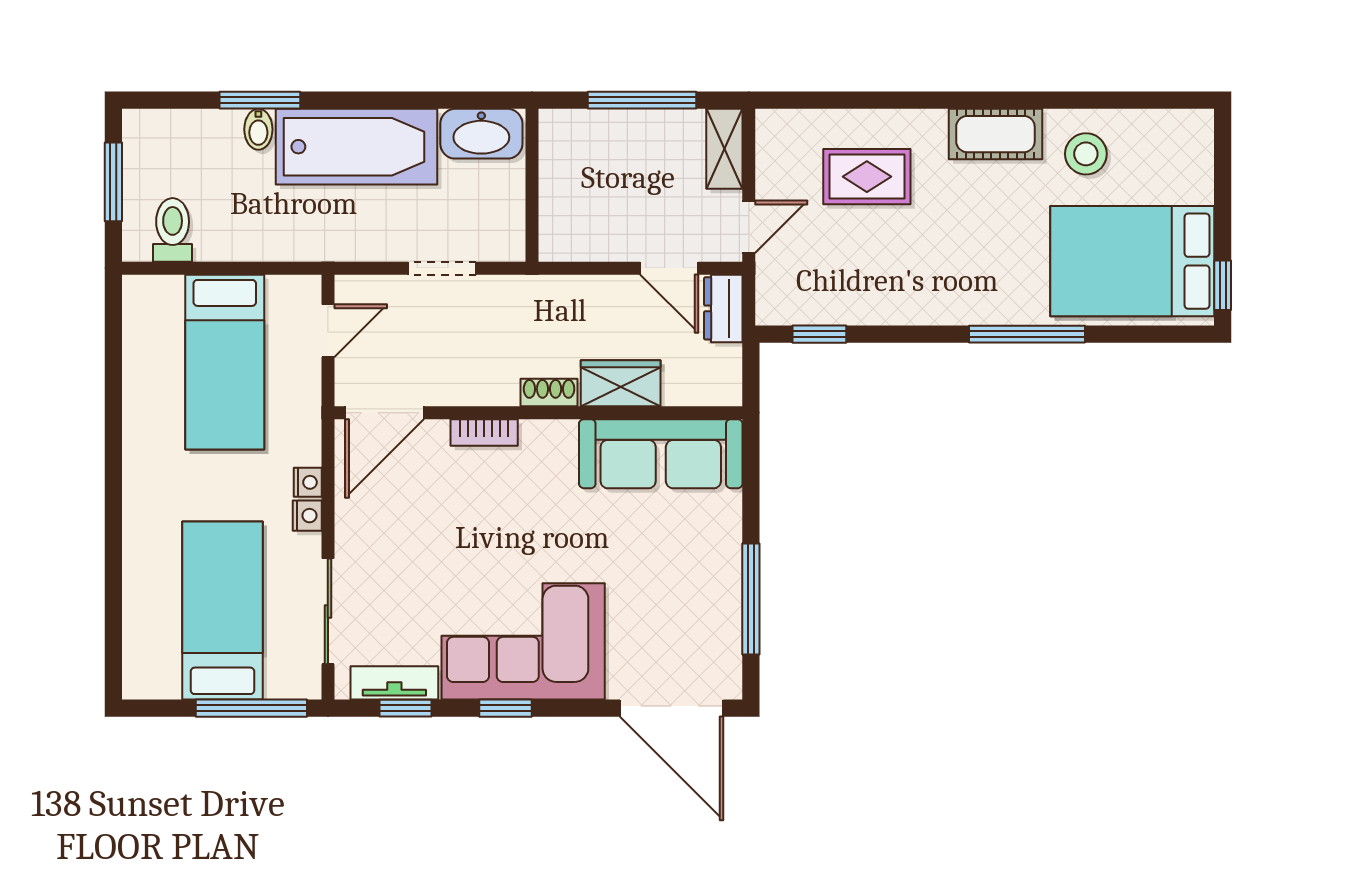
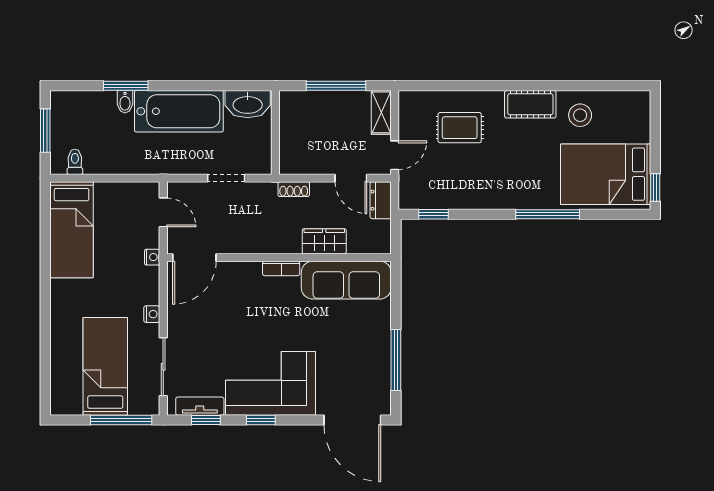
toilet: (173, 230) -> (75, 162), width x0.73, depth x0.72
door: (328, 331) -> (163, 212), hinge flipped
bed: (225, 362) -> (72, 230), moved
shoe rack: (549, 392) -> (294, 189), moved, turned 180
bookcase: (484, 432) -> (281, 268), moved
nightstand: (308, 482) -> (152, 257), moved

